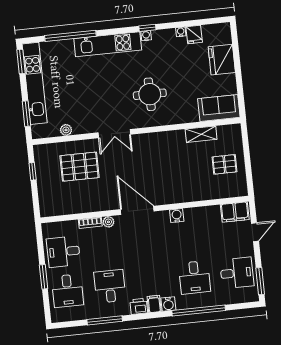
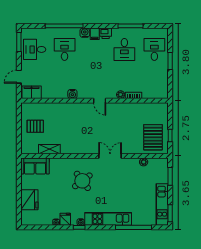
fridge: (194, 35) -> (65, 219), moved
kitchen unit: (35, 83) -> (162, 205), width x0.73
round table: (150, 94) -> (82, 181), turned -37
pallet: (79, 167) -> (153, 137), moved, turned 90
door: (137, 210) -> (100, 101), width x0.53
desk: (63, 252) -> (154, 77), removed

